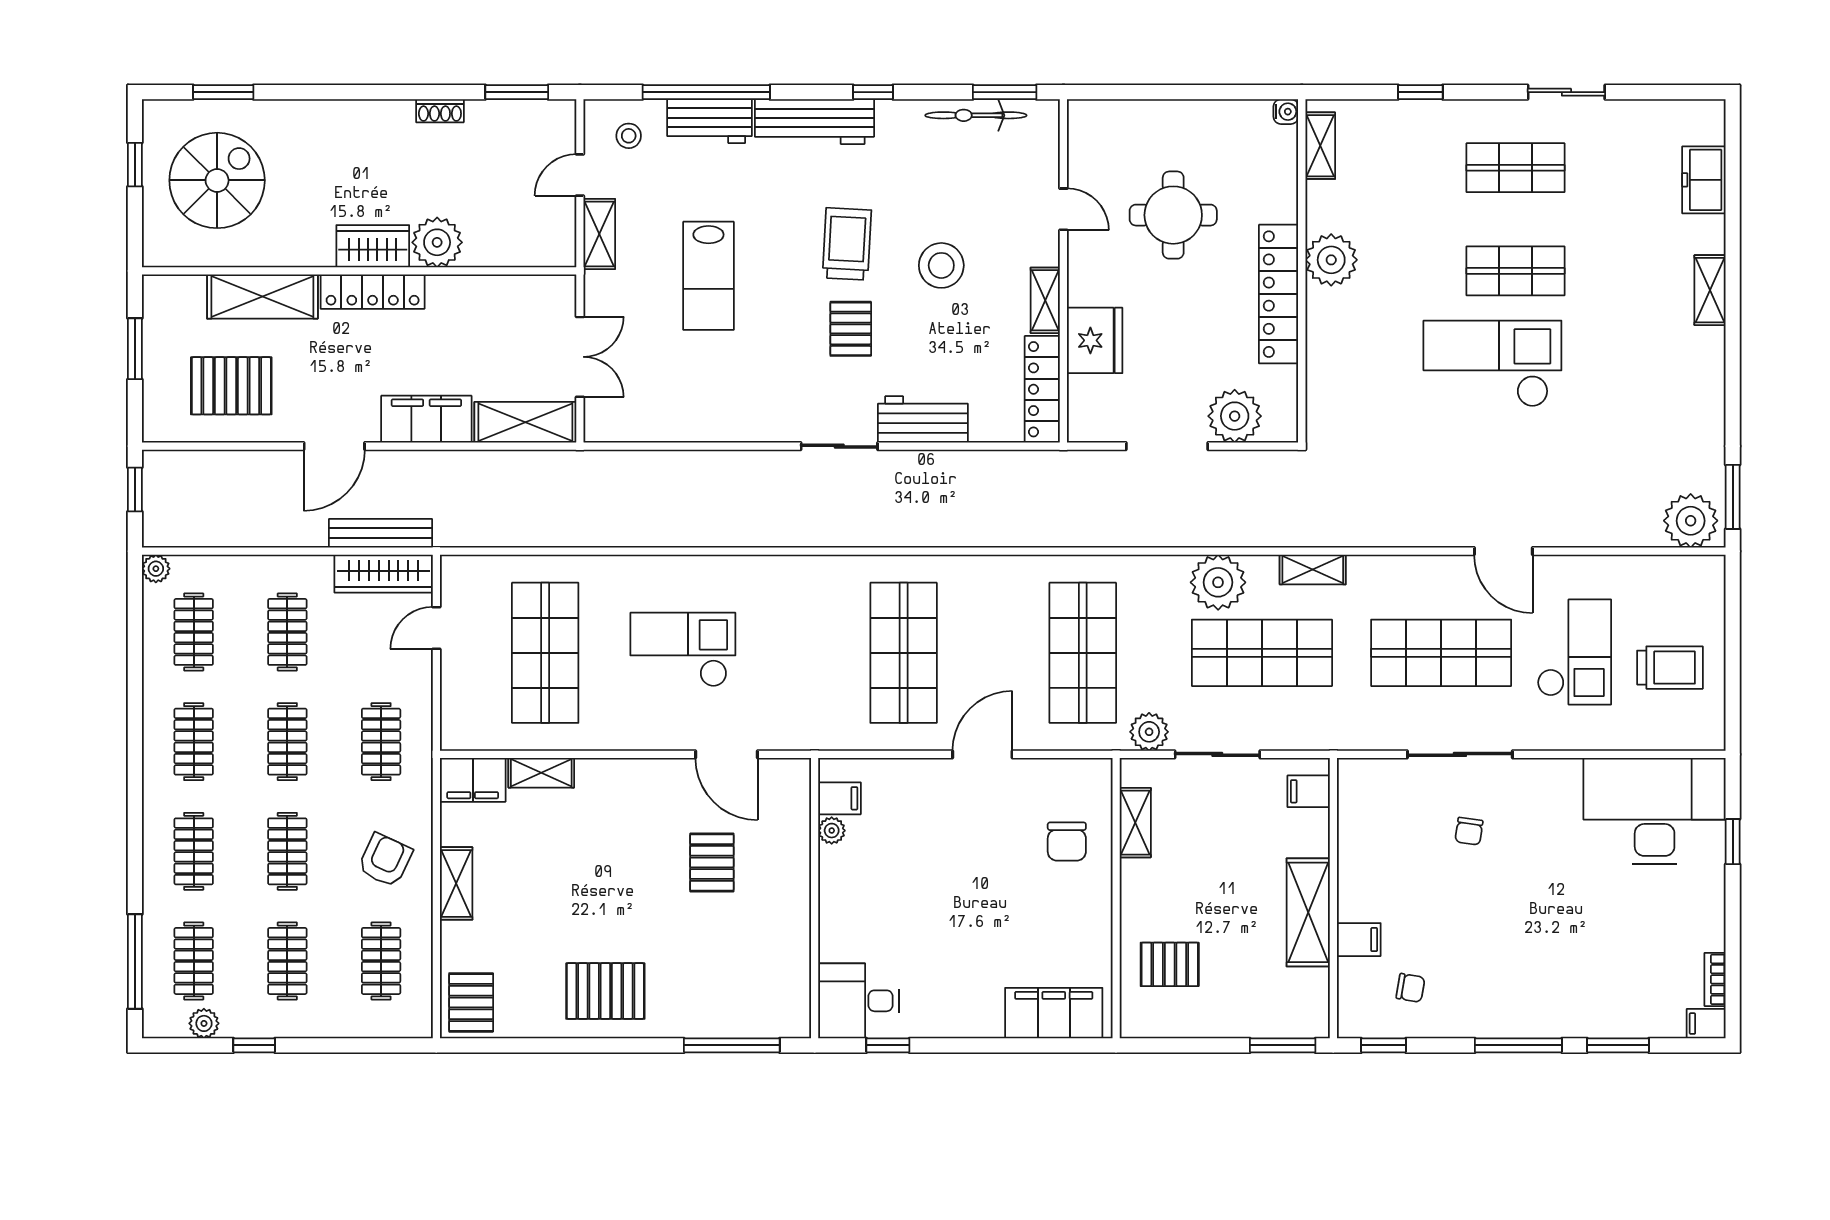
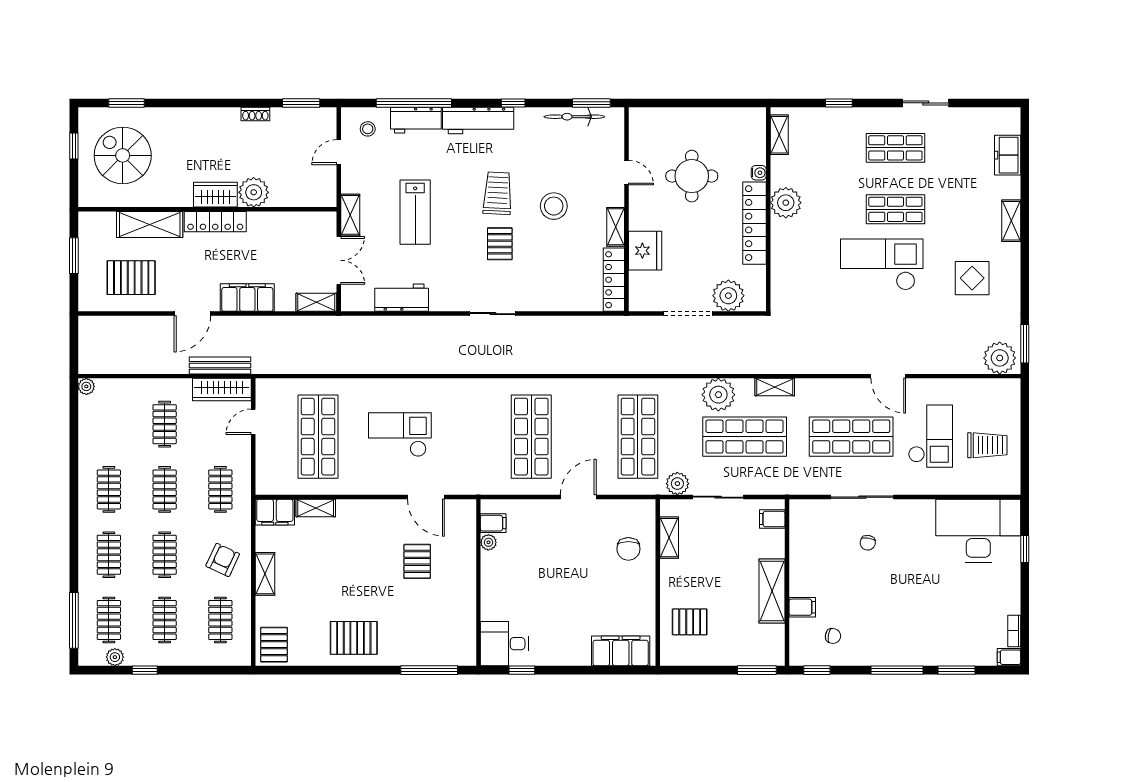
water cooler: (1286, 112) -> (759, 173), moved
spiral stairs: (217, 180) -> (123, 155), turned -90
shelving: (599, 234) -> (350, 215), moved
display table: (1644, 387) -> (972, 278), added
workbench: (923, 419) -> (402, 298), moved
shelving: (525, 422) -> (316, 302), width x0.67, depth x0.75
window: (135, 490) -> (74, 339), removed
clothes rail: (194, 632) -> (109, 424), removed

